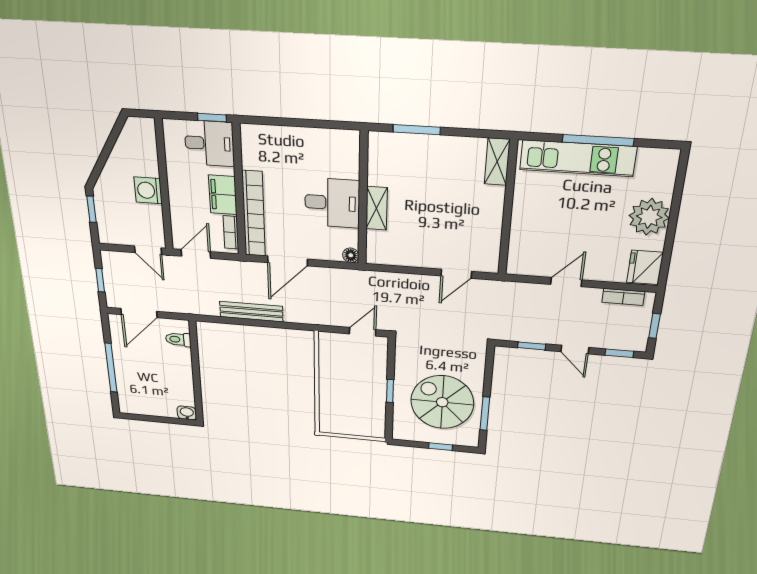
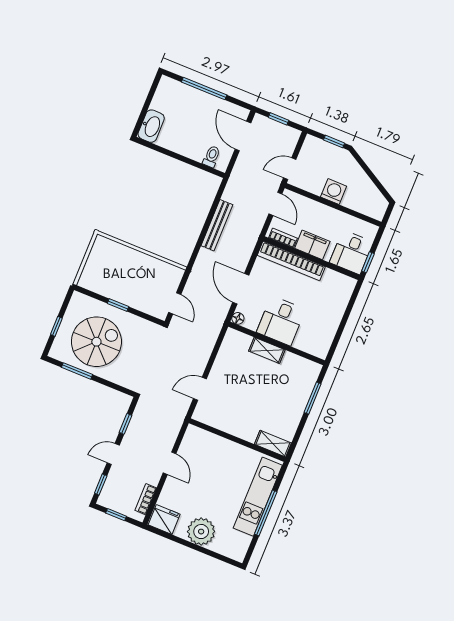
door: (287, 261) -> (241, 289), moved
door: (456, 274) -> (200, 389), hinge flipped
washbasin: (187, 413) -> (151, 126), width x1.91, depth x1.45

